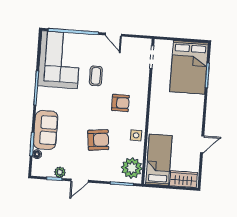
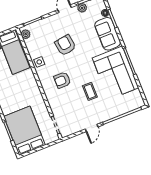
door: (113, 35) -> (92, 128), swing flipped
corner sofa: (59, 60) -> (115, 73), moved
armchair: (98, 140) -> (65, 45), turned 88
plant: (132, 168) -> (26, 34), width x0.53, depth x0.53

